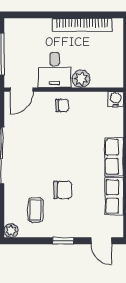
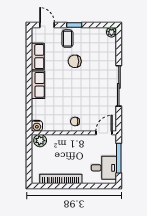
desk: (55, 70) -> (104, 168), moved, turned 90
plant: (81, 79) -> (40, 141), moved
coffee table: (36, 210) -> (68, 39), moved

